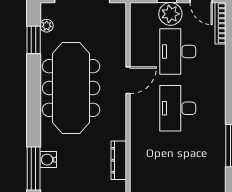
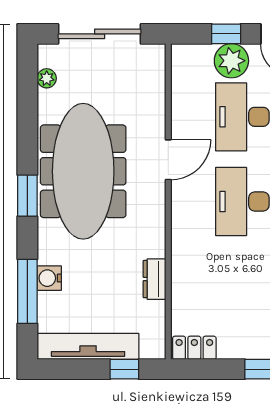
window: (34, 40) -> (27, 196), moved
dresser: (119, 160) -> (154, 279), width x0.70

